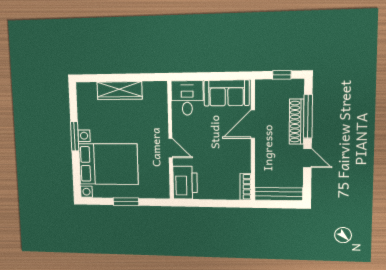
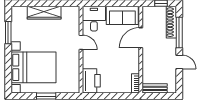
shoe rack: (297, 122) -> (171, 22), moved
window: (75, 136) -> (8, 33), moved
door: (171, 148) -> (81, 42), moved
bench: (279, 194) -> (155, 88), width x0.73

